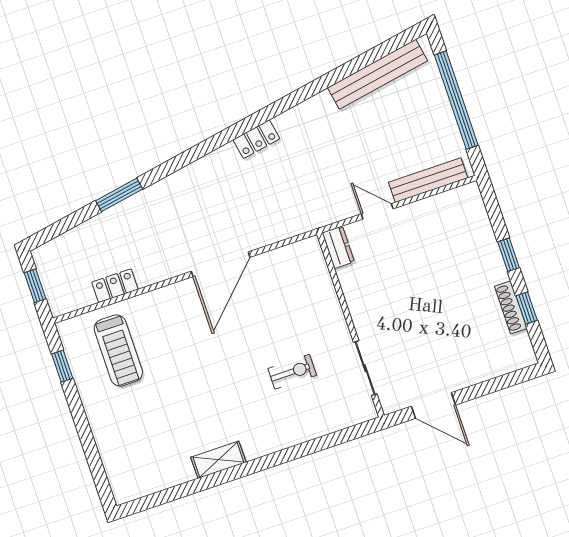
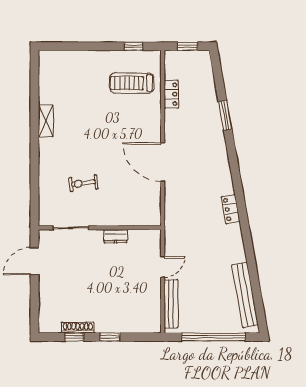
dresser: (338, 247) -> (116, 236), moved
exercise bike: (292, 372) -> (83, 183), turned 84

